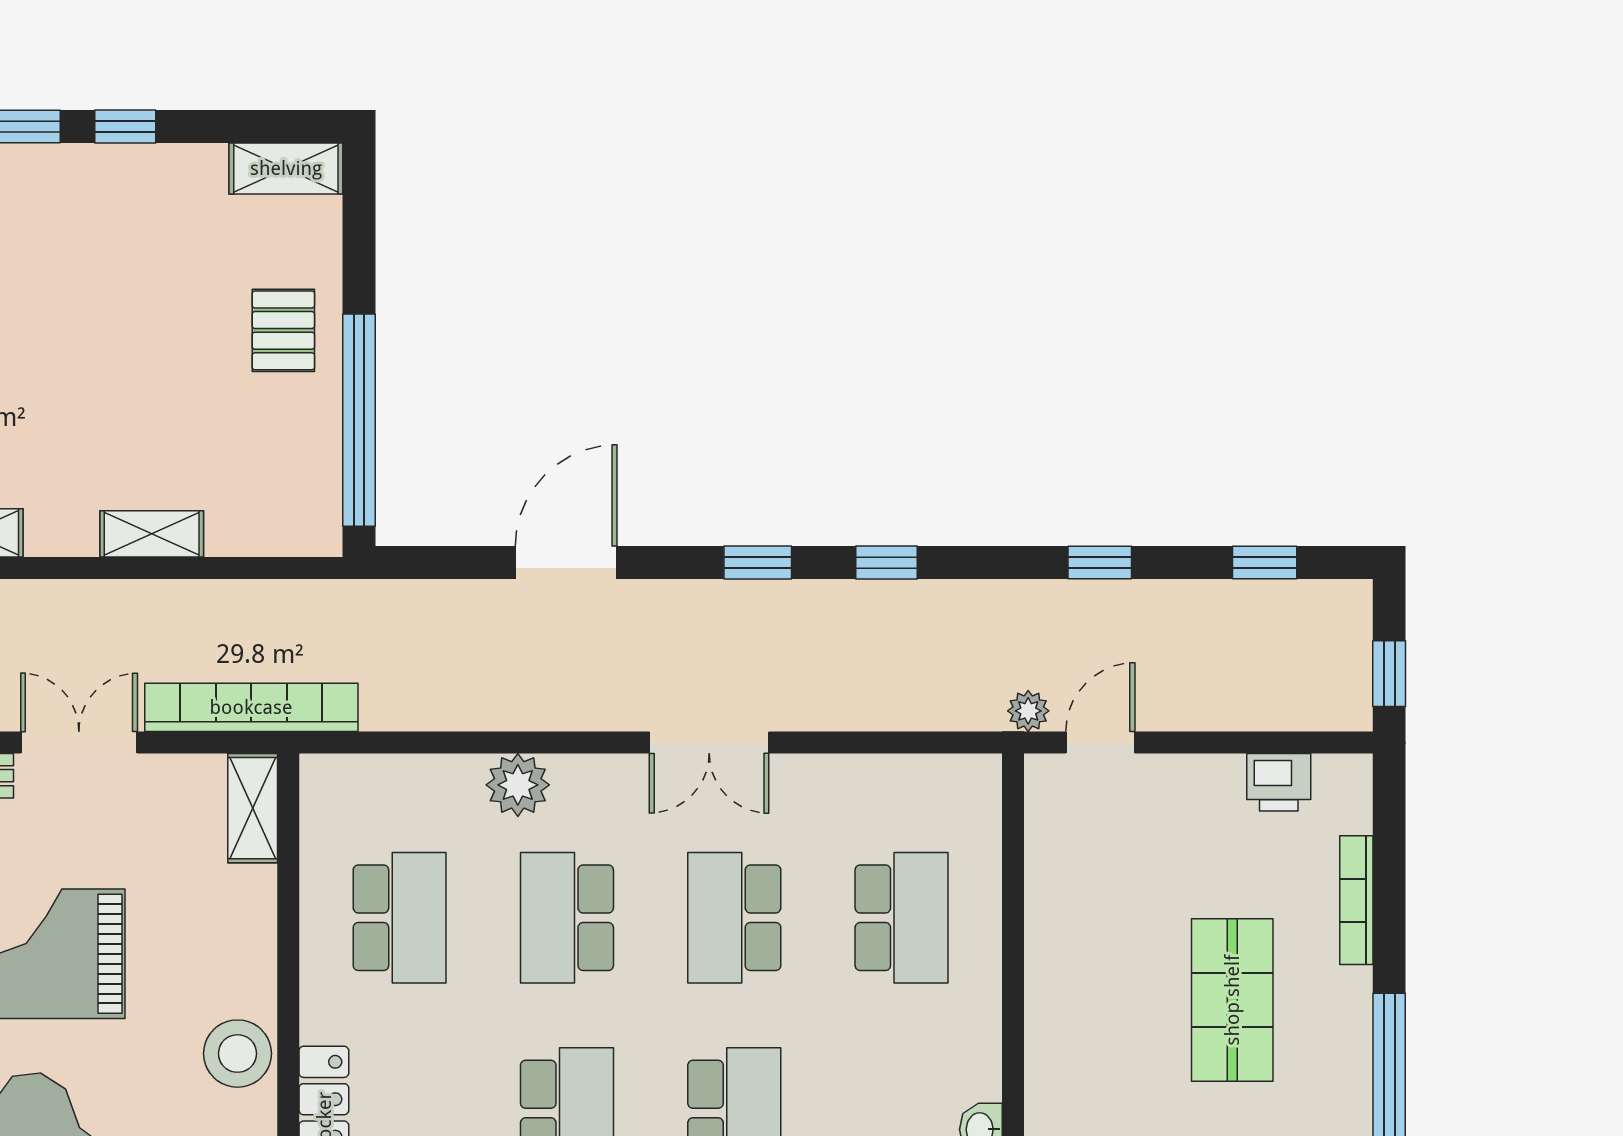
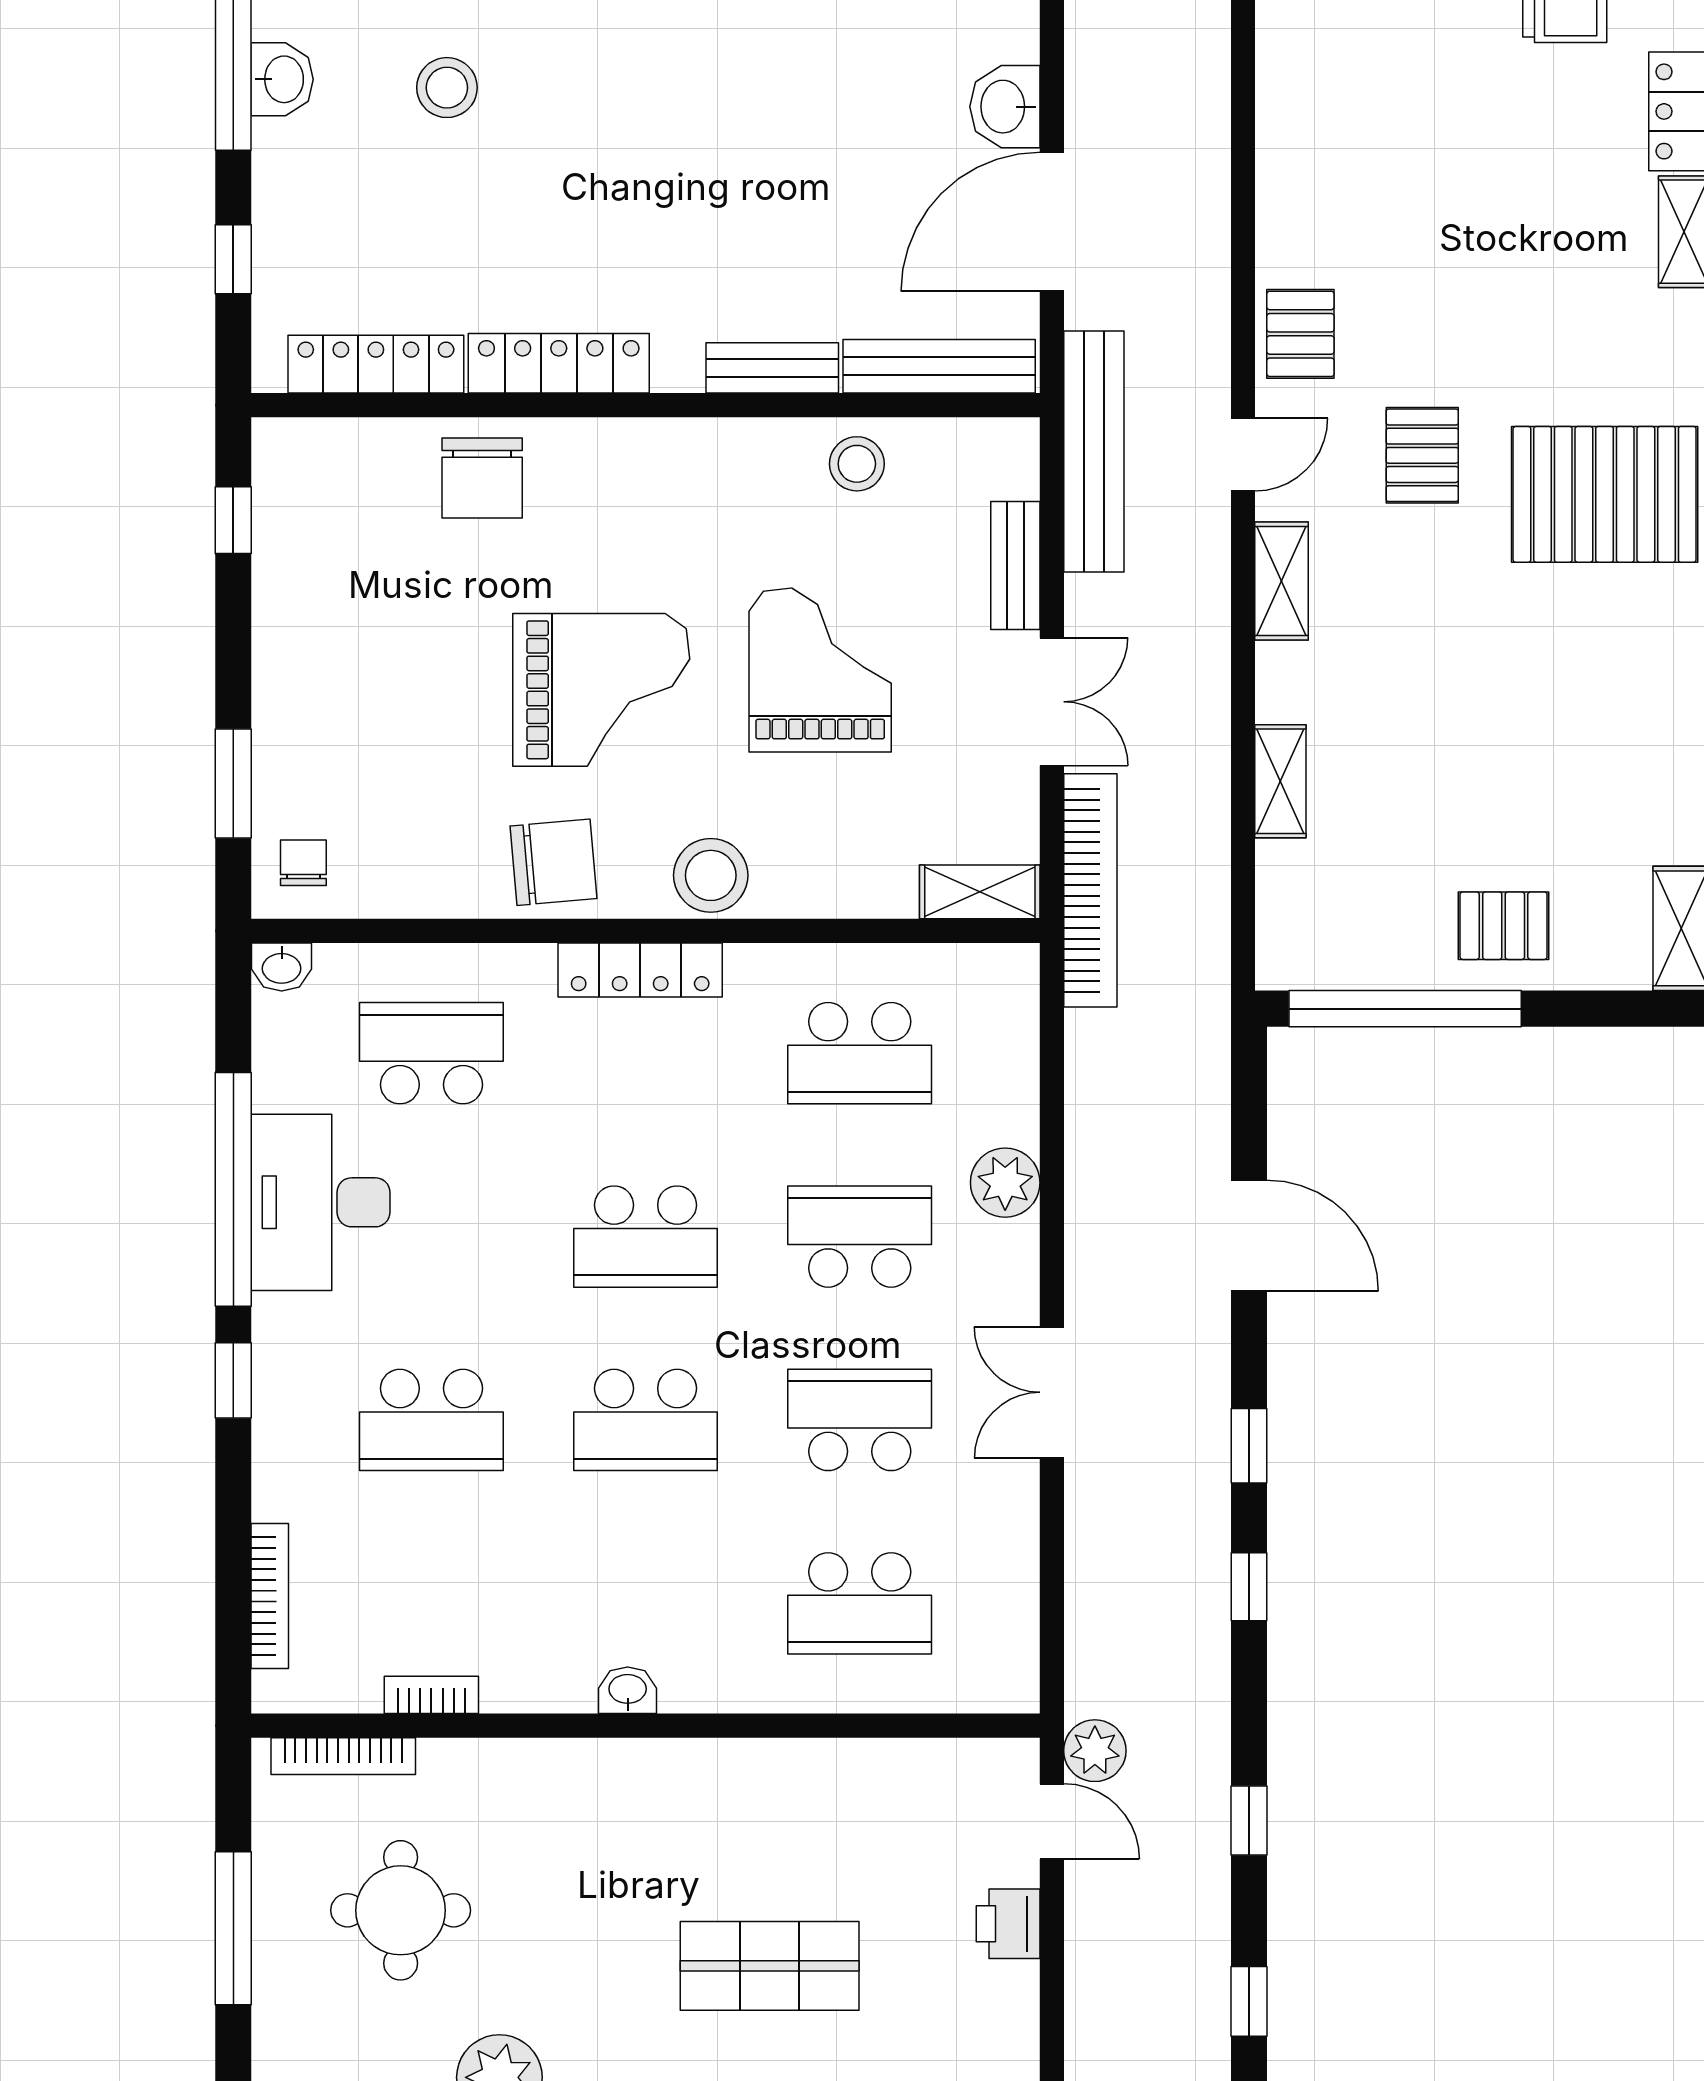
plant: (1028, 711) -> (1095, 1751), width x1.38, depth x1.38
printer: (1279, 782) -> (1008, 1924), moved

